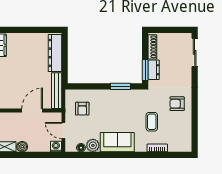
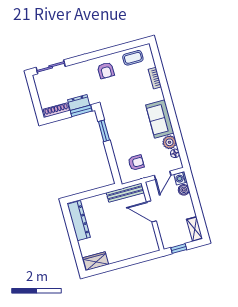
dresser: (55, 53) -> (79, 221), moved, turned -90
coffee table: (152, 122) -> (133, 58), moved
boiler: (22, 147) -> (184, 190), moved

